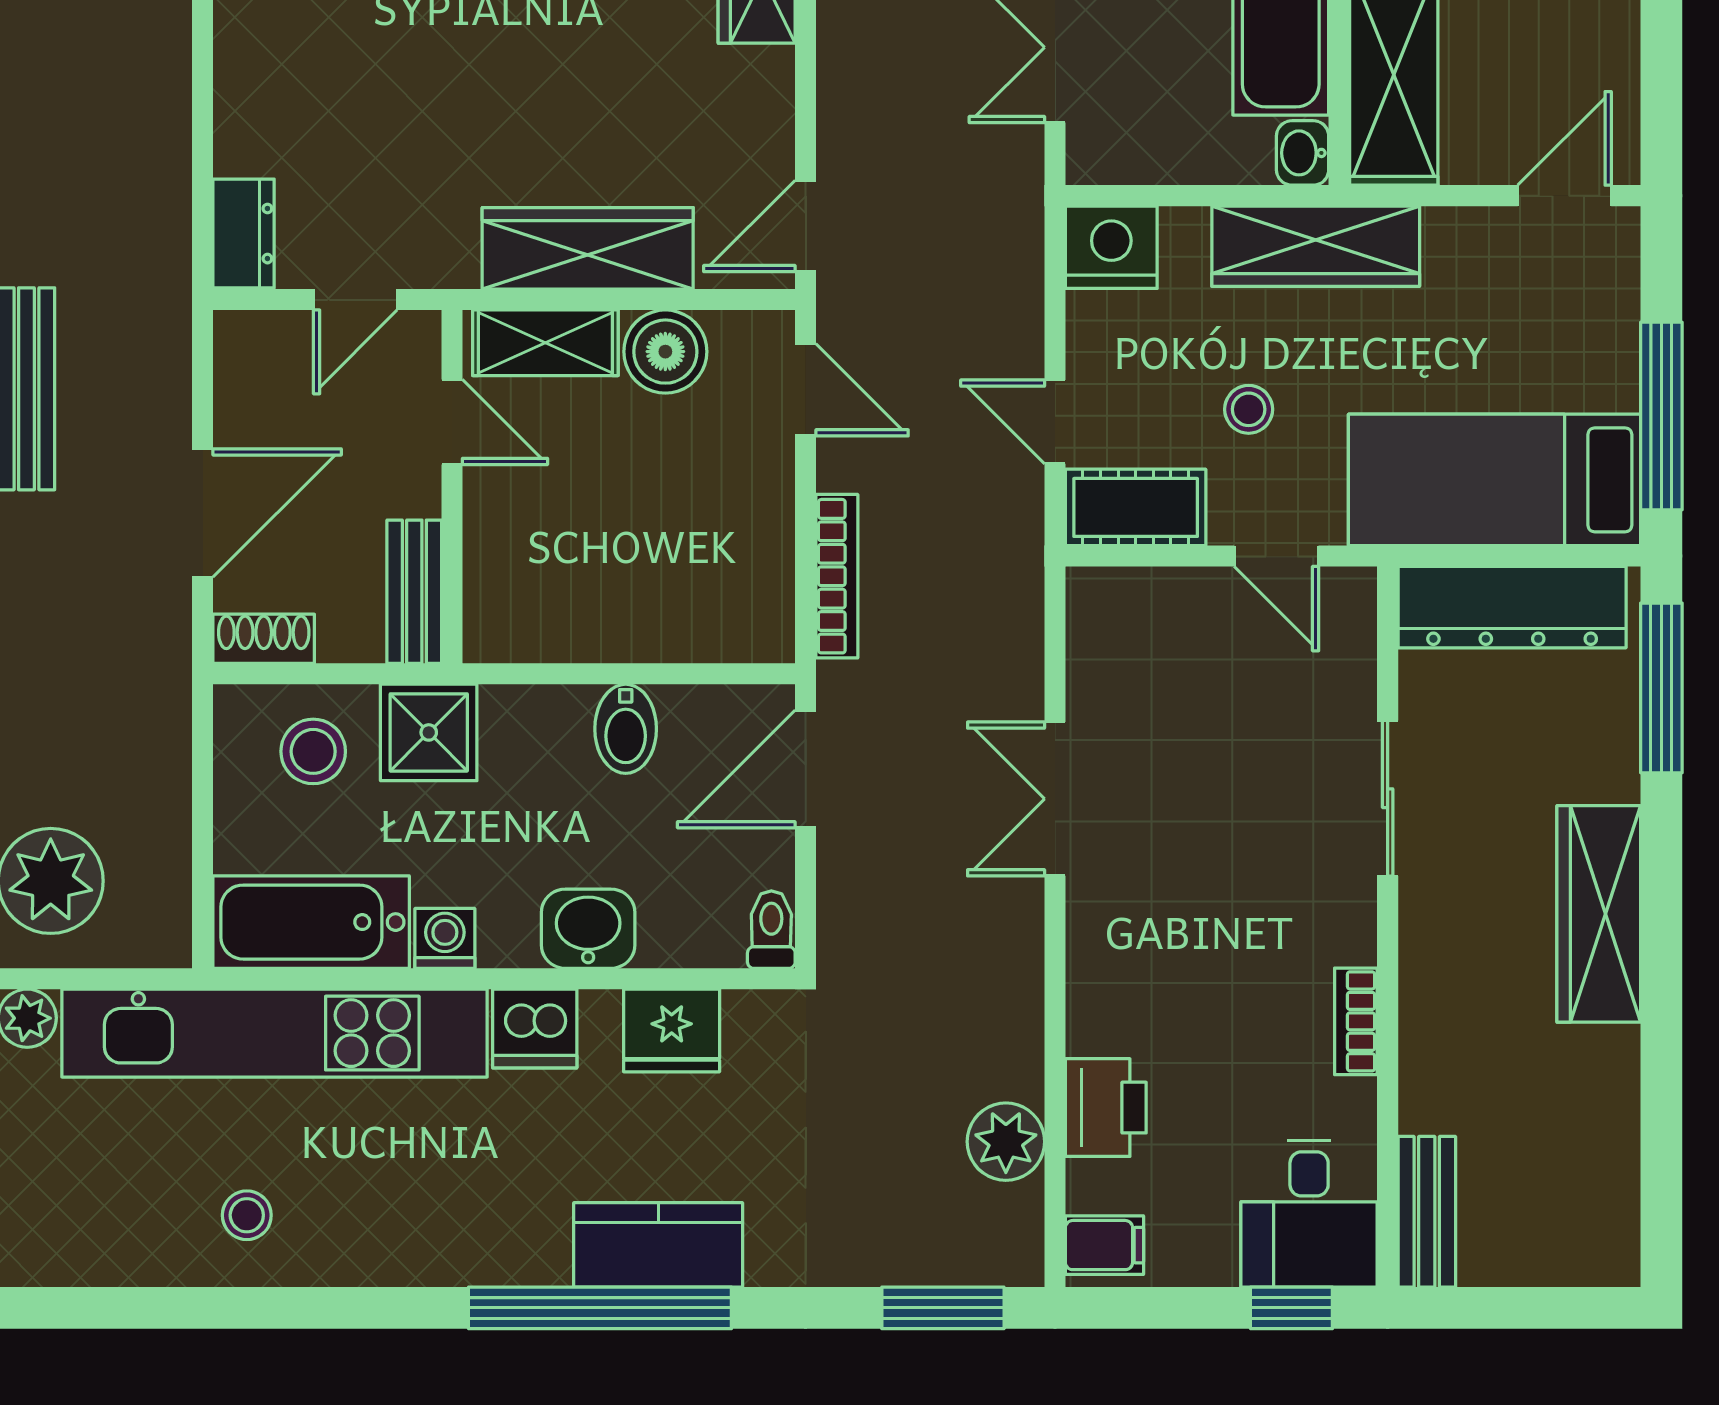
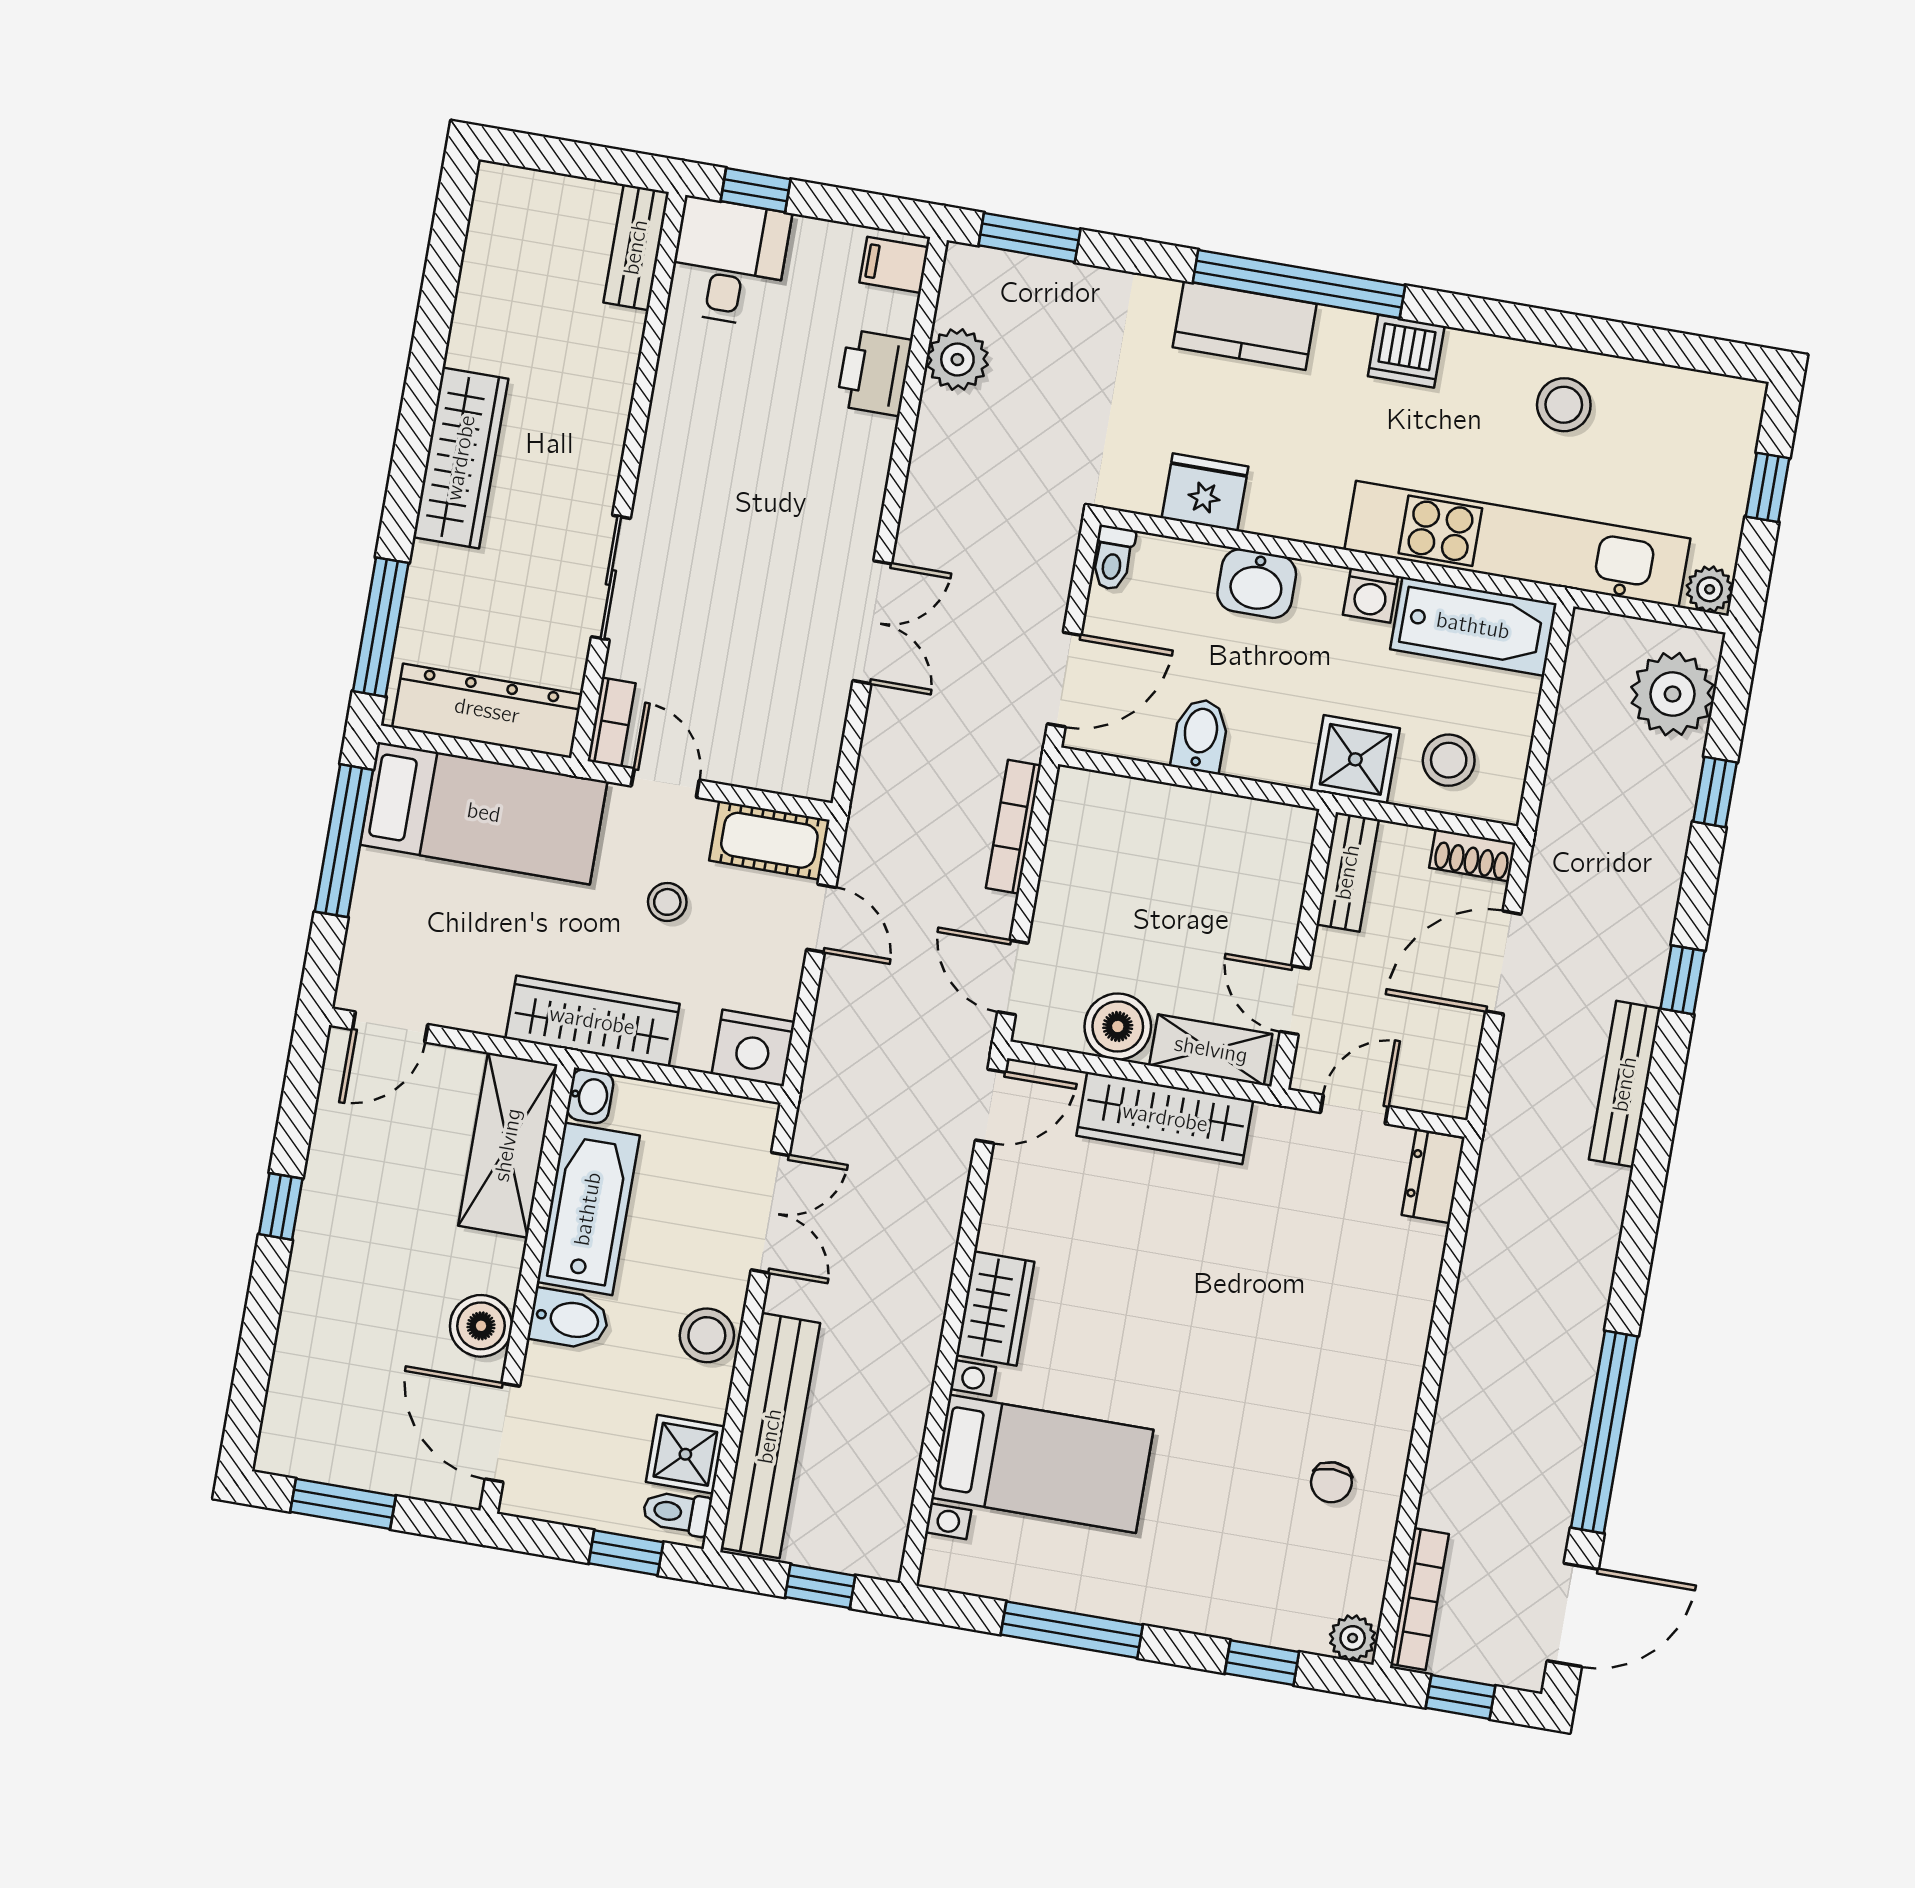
bookcase: (1356, 1021) -> (612, 722), moved
dishwasher: (535, 1029) -> (1406, 351), moved, turned 180
stool: (247, 1215) -> (1564, 405), width x1.37, depth x1.37

